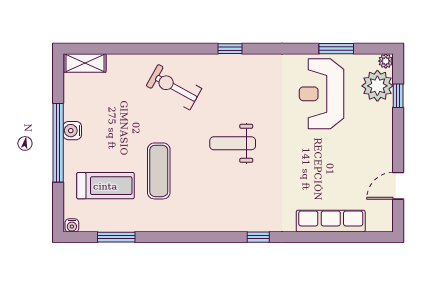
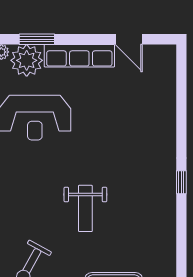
window: (398, 96) -> (37, 39), width x1.50
row of seats: (331, 221) -> (79, 56), moved, turned -90

